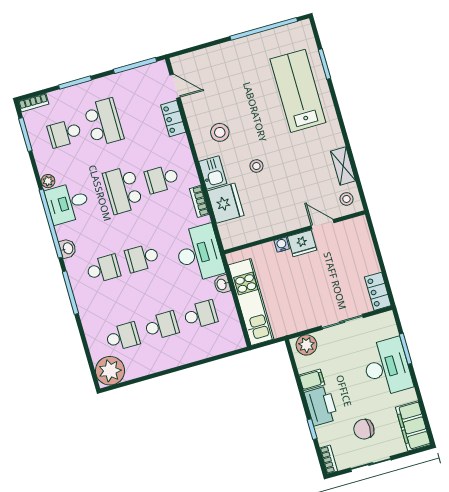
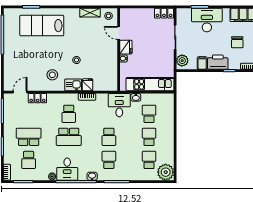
fridge: (226, 203) -> (87, 85), width x0.53, depth x0.75
door: (322, 224) -> (119, 33), hinge flipped
desk: (199, 253) -> (119, 105), width x0.73

